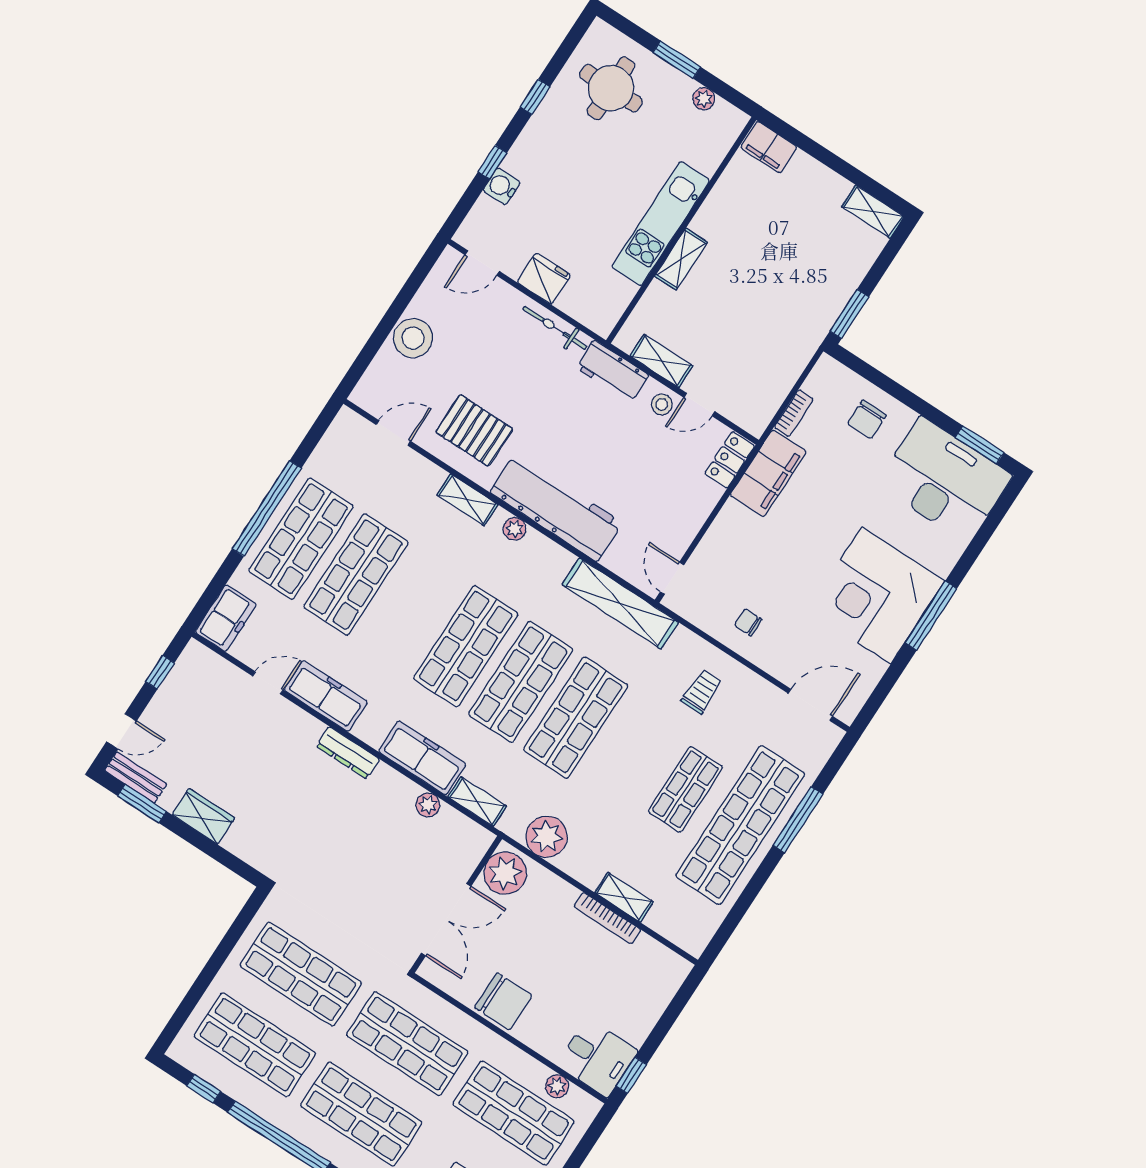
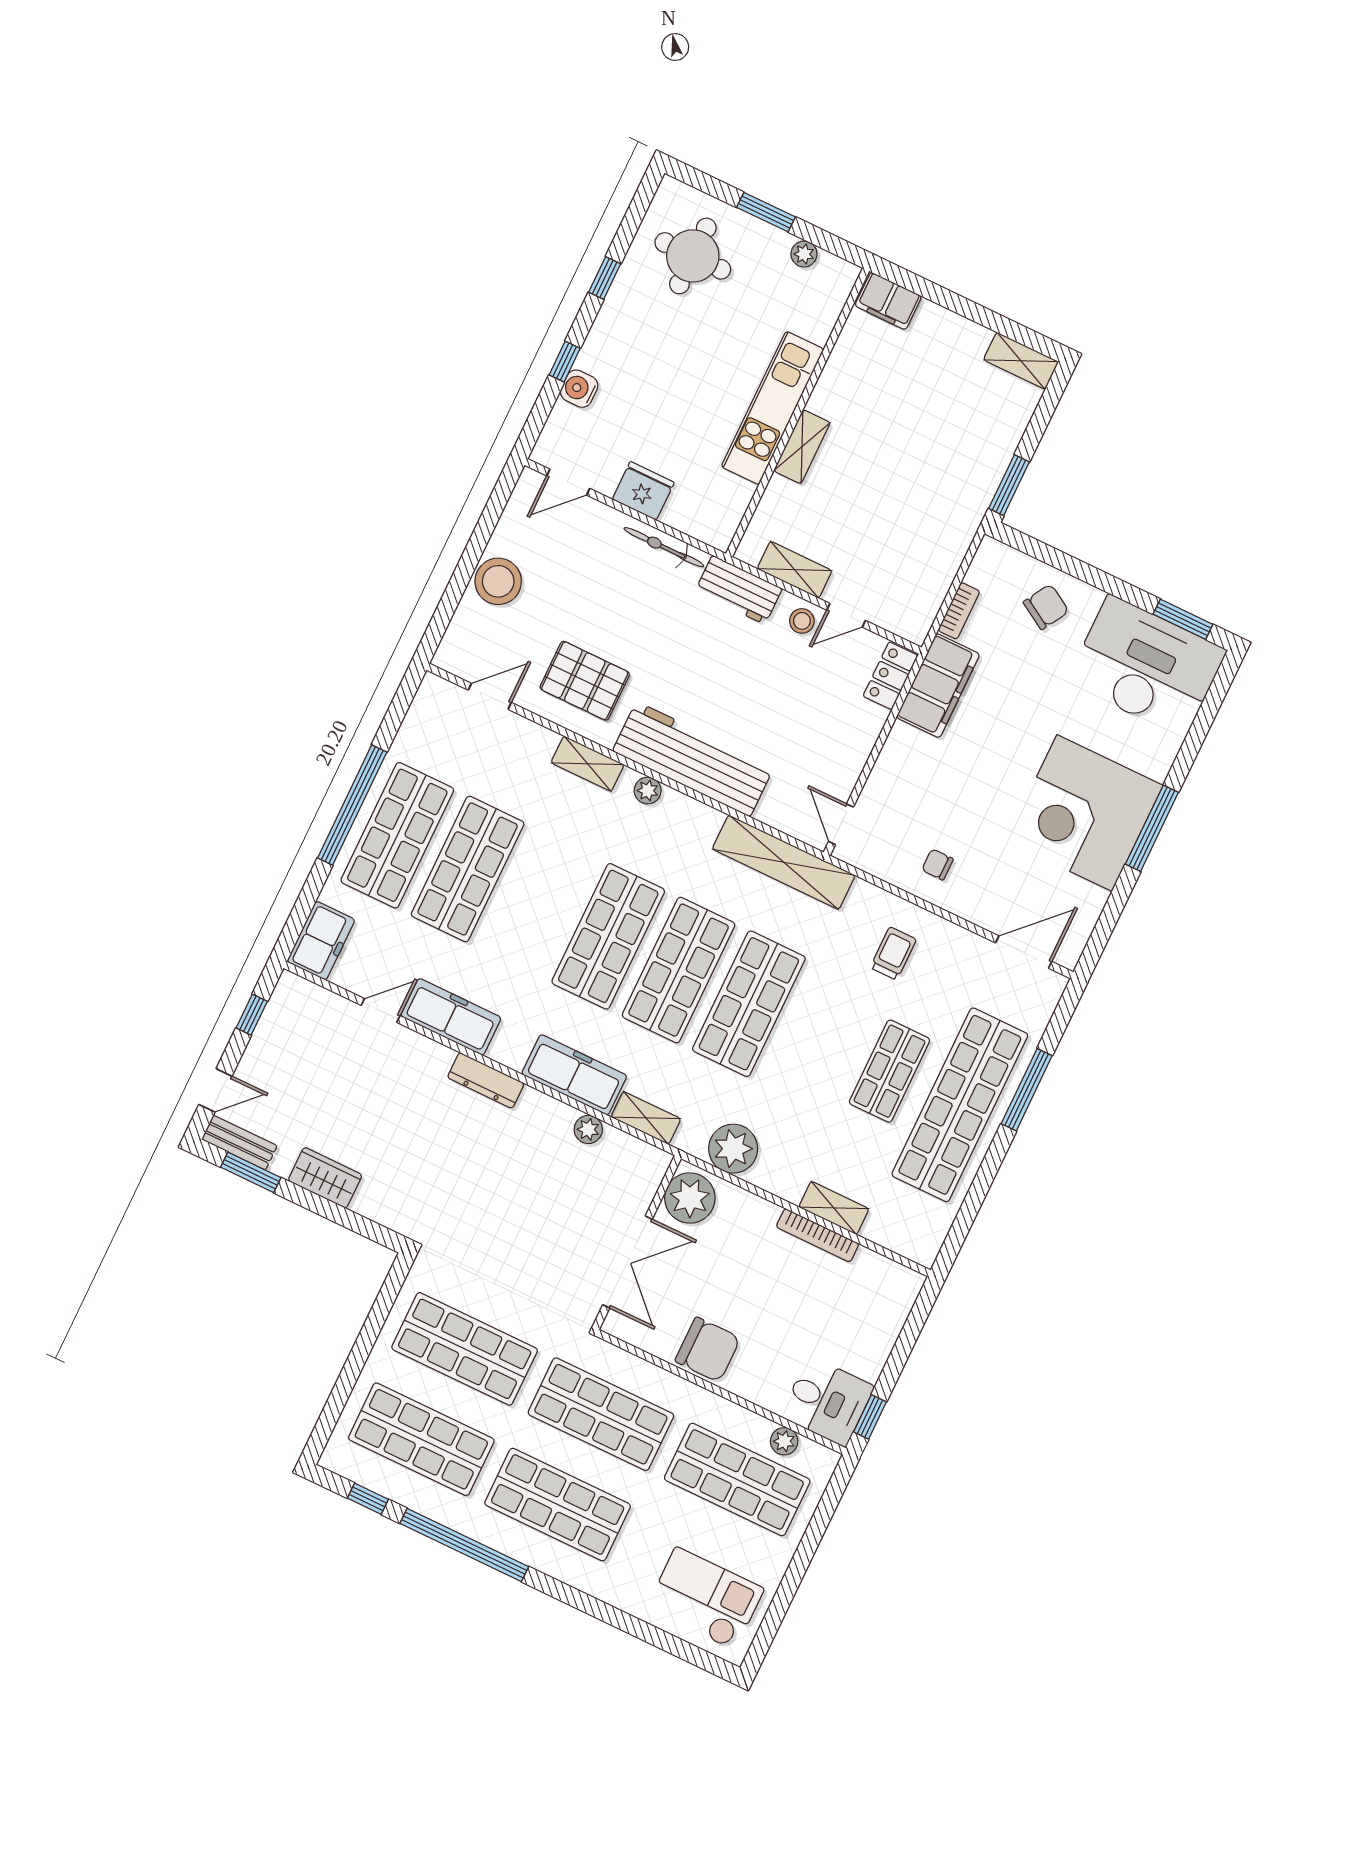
chair: (867, 419) -> (1046, 607), turned -149

